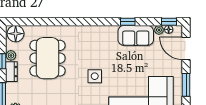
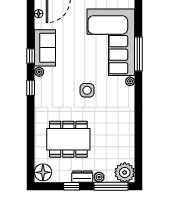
window: (169, 22) -> (31, 88), moved
plant: (159, 30) -> (39, 72), moved
plant: (11, 55) -> (99, 177), moved

